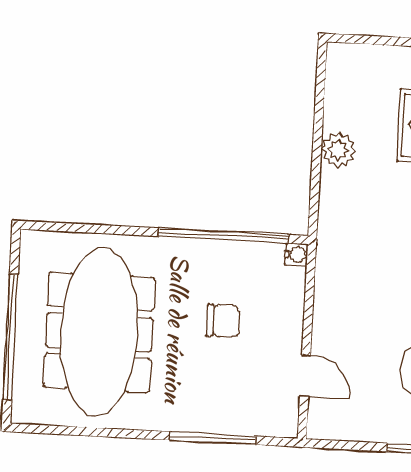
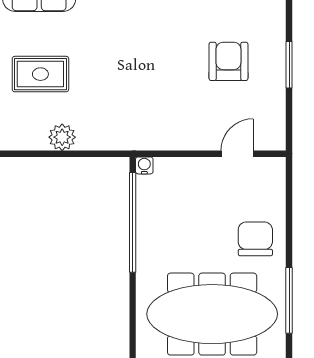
chair: (223, 321) -> (255, 239), moved, width x1.37, depth x1.37
window: (213, 438) -> (289, 300), moved

